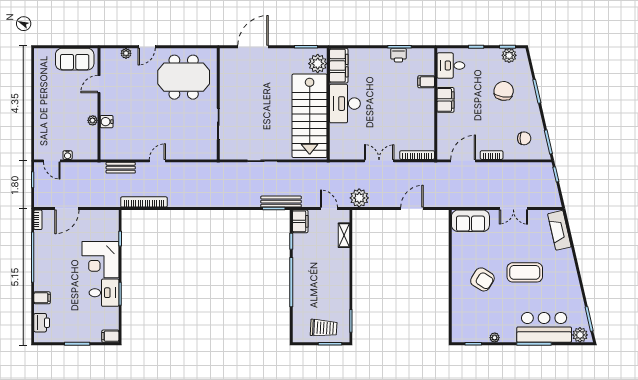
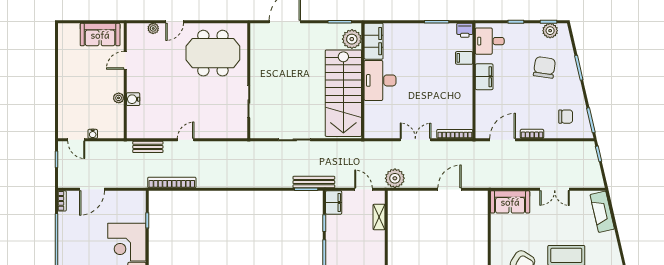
printer: (398, 55) -> (465, 30), moved

